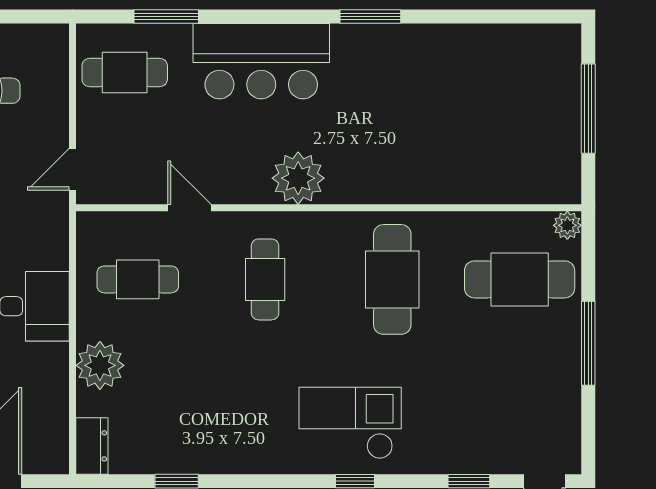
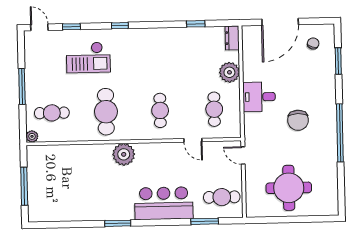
door: (72, 169) -> (243, 155), swing flipped
plant: (298, 178) -> (124, 154), moved
cafe table: (138, 279) -> (214, 109), turned 90
cafe table: (520, 279) -> (52, 113), width x0.73, depth x0.74
checkout: (350, 423) -> (88, 57), moved

